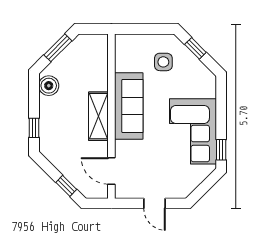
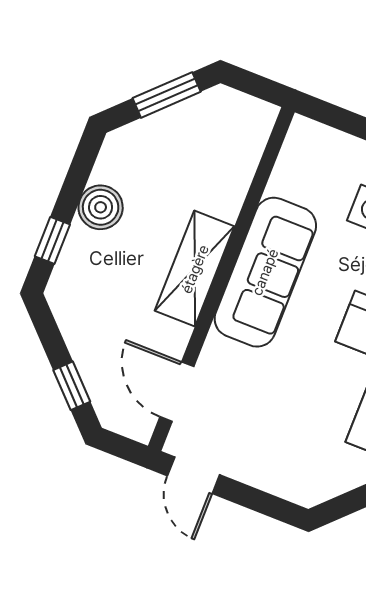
boiler: (49, 86) -> (101, 207), moved
door: (155, 203) -> (193, 475), moved

